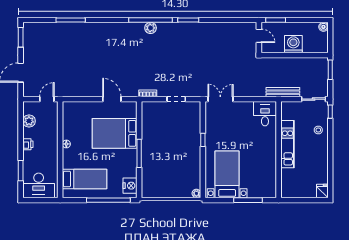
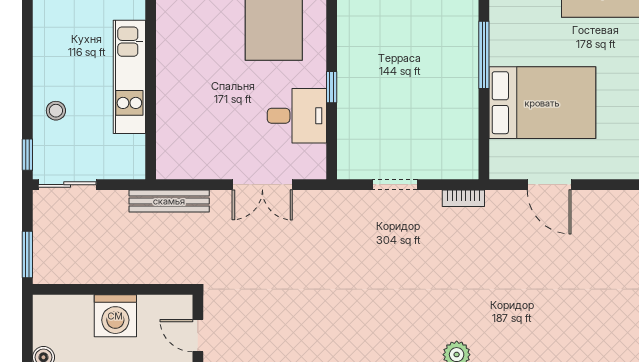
bench: (283, 92) -> (169, 201), moved
double door: (220, 99) -> (262, 185), moved
desk: (265, 114) -> (297, 116), moved, turned -90

